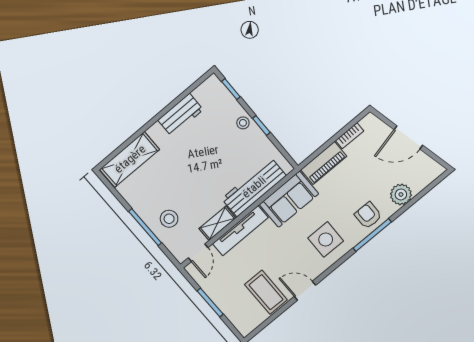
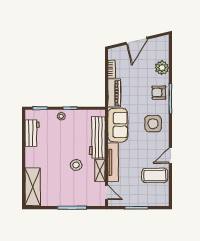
workbench: (181, 115) -> (32, 133), moved
stool: (169, 219) -> (76, 165), moved

